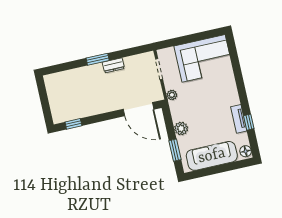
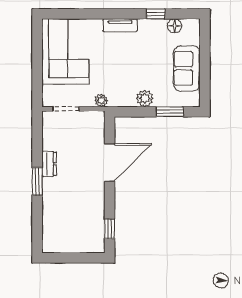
door: (138, 109) -> (110, 162), moved
tv unit: (239, 119) -> (120, 25), moved
floor lamp: (246, 151) -> (175, 26), moved
sofa: (212, 156) -> (187, 68), width x0.73

